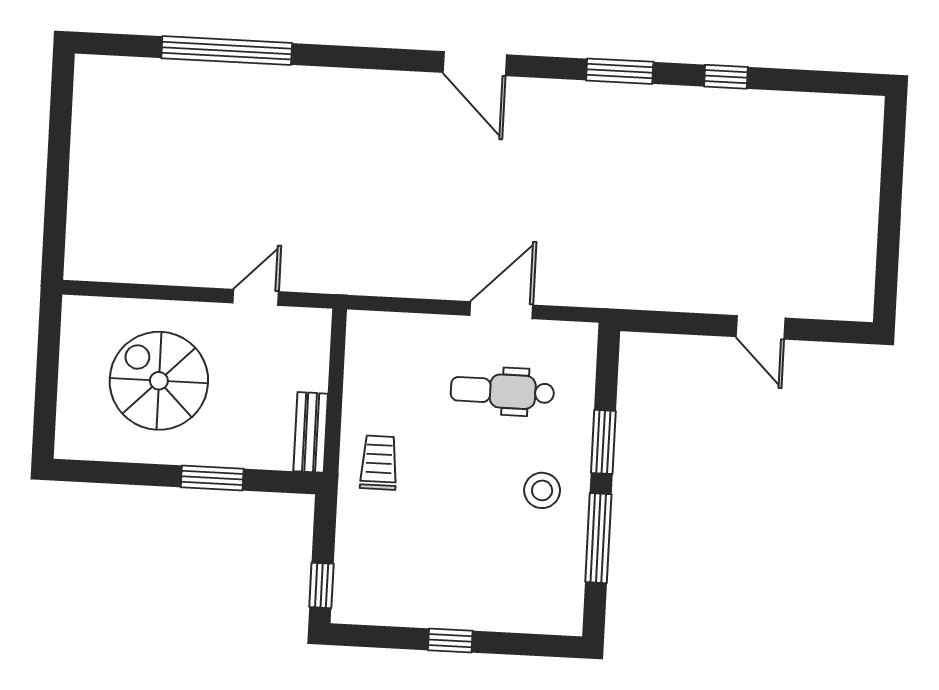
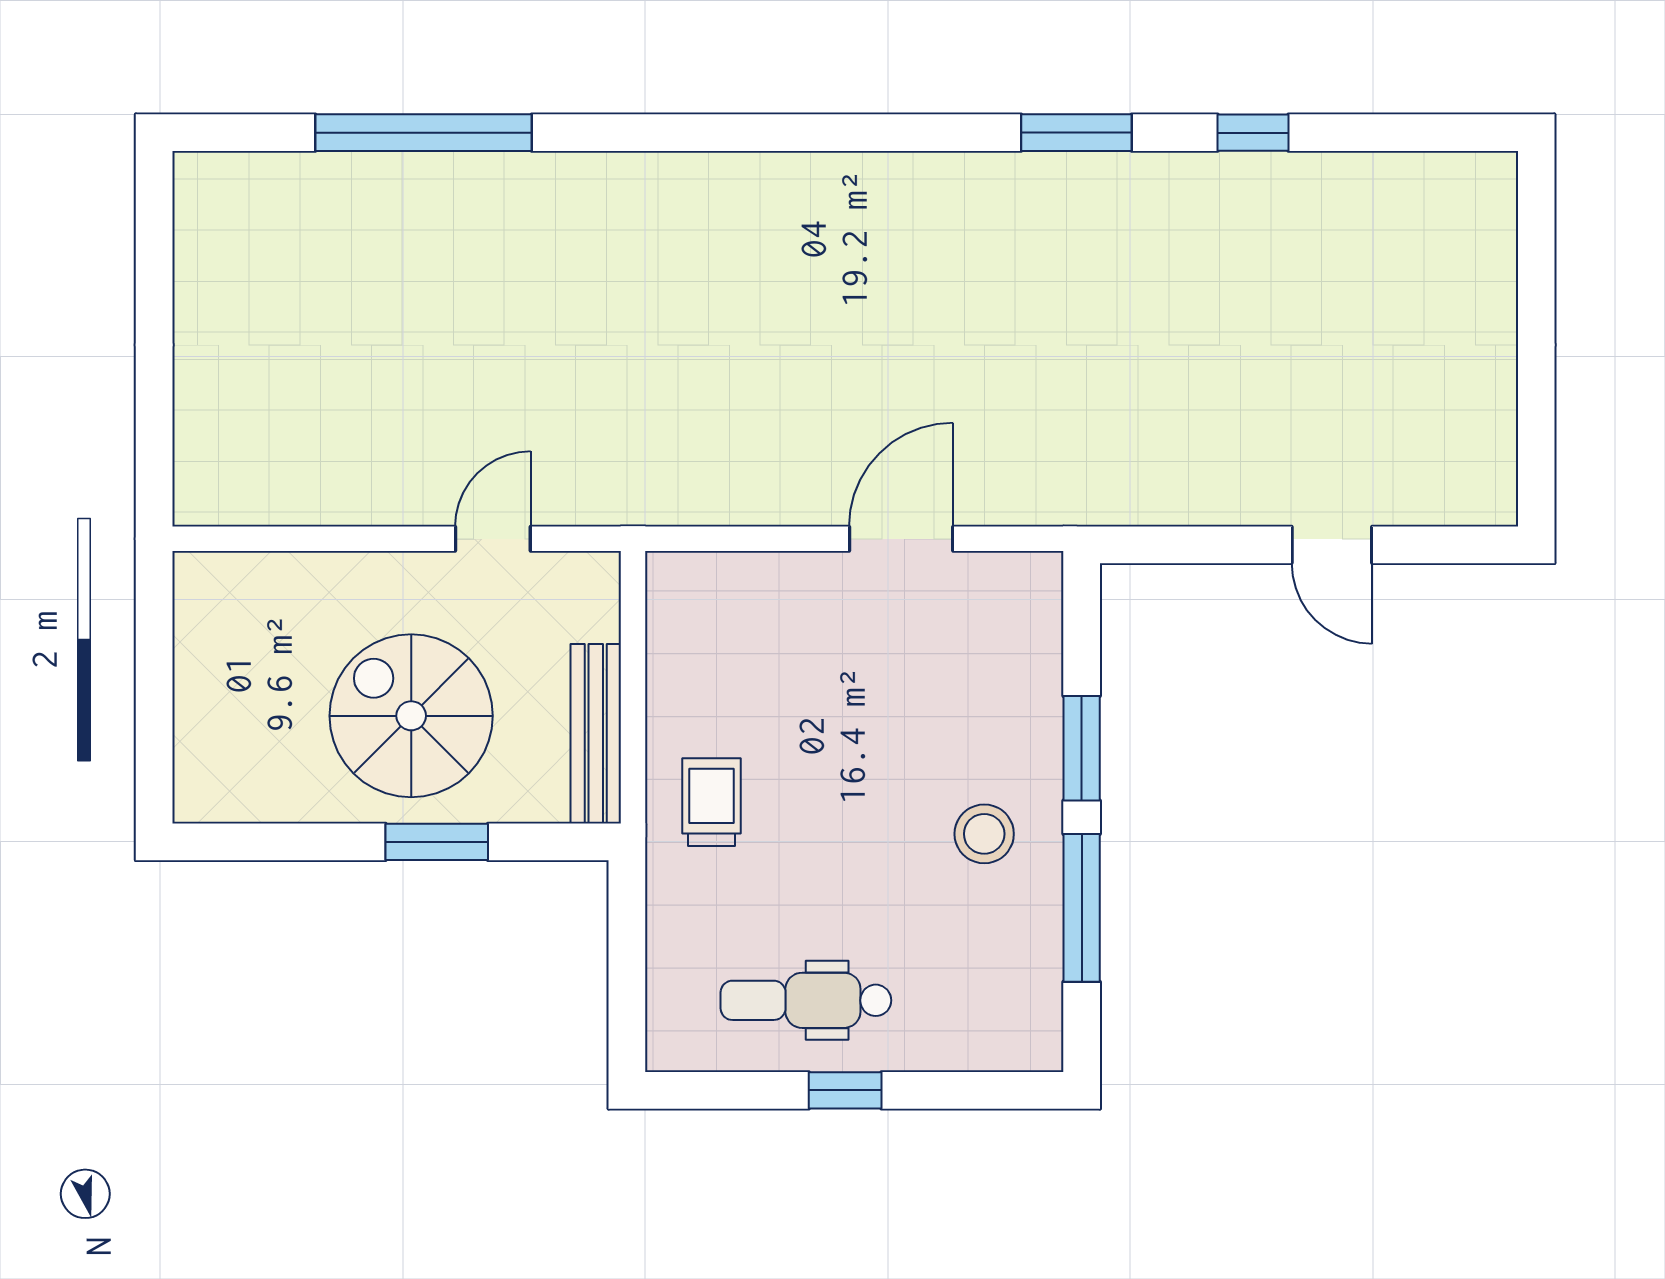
door: (475, 64) -> (836, 133), removed
spiral stairs: (159, 381) -> (411, 716), moved
dental chair: (502, 391) -> (806, 1000), moved
bench: (311, 432) -> (596, 734), width x1.36
window: (321, 585) -> (627, 1010), removed

